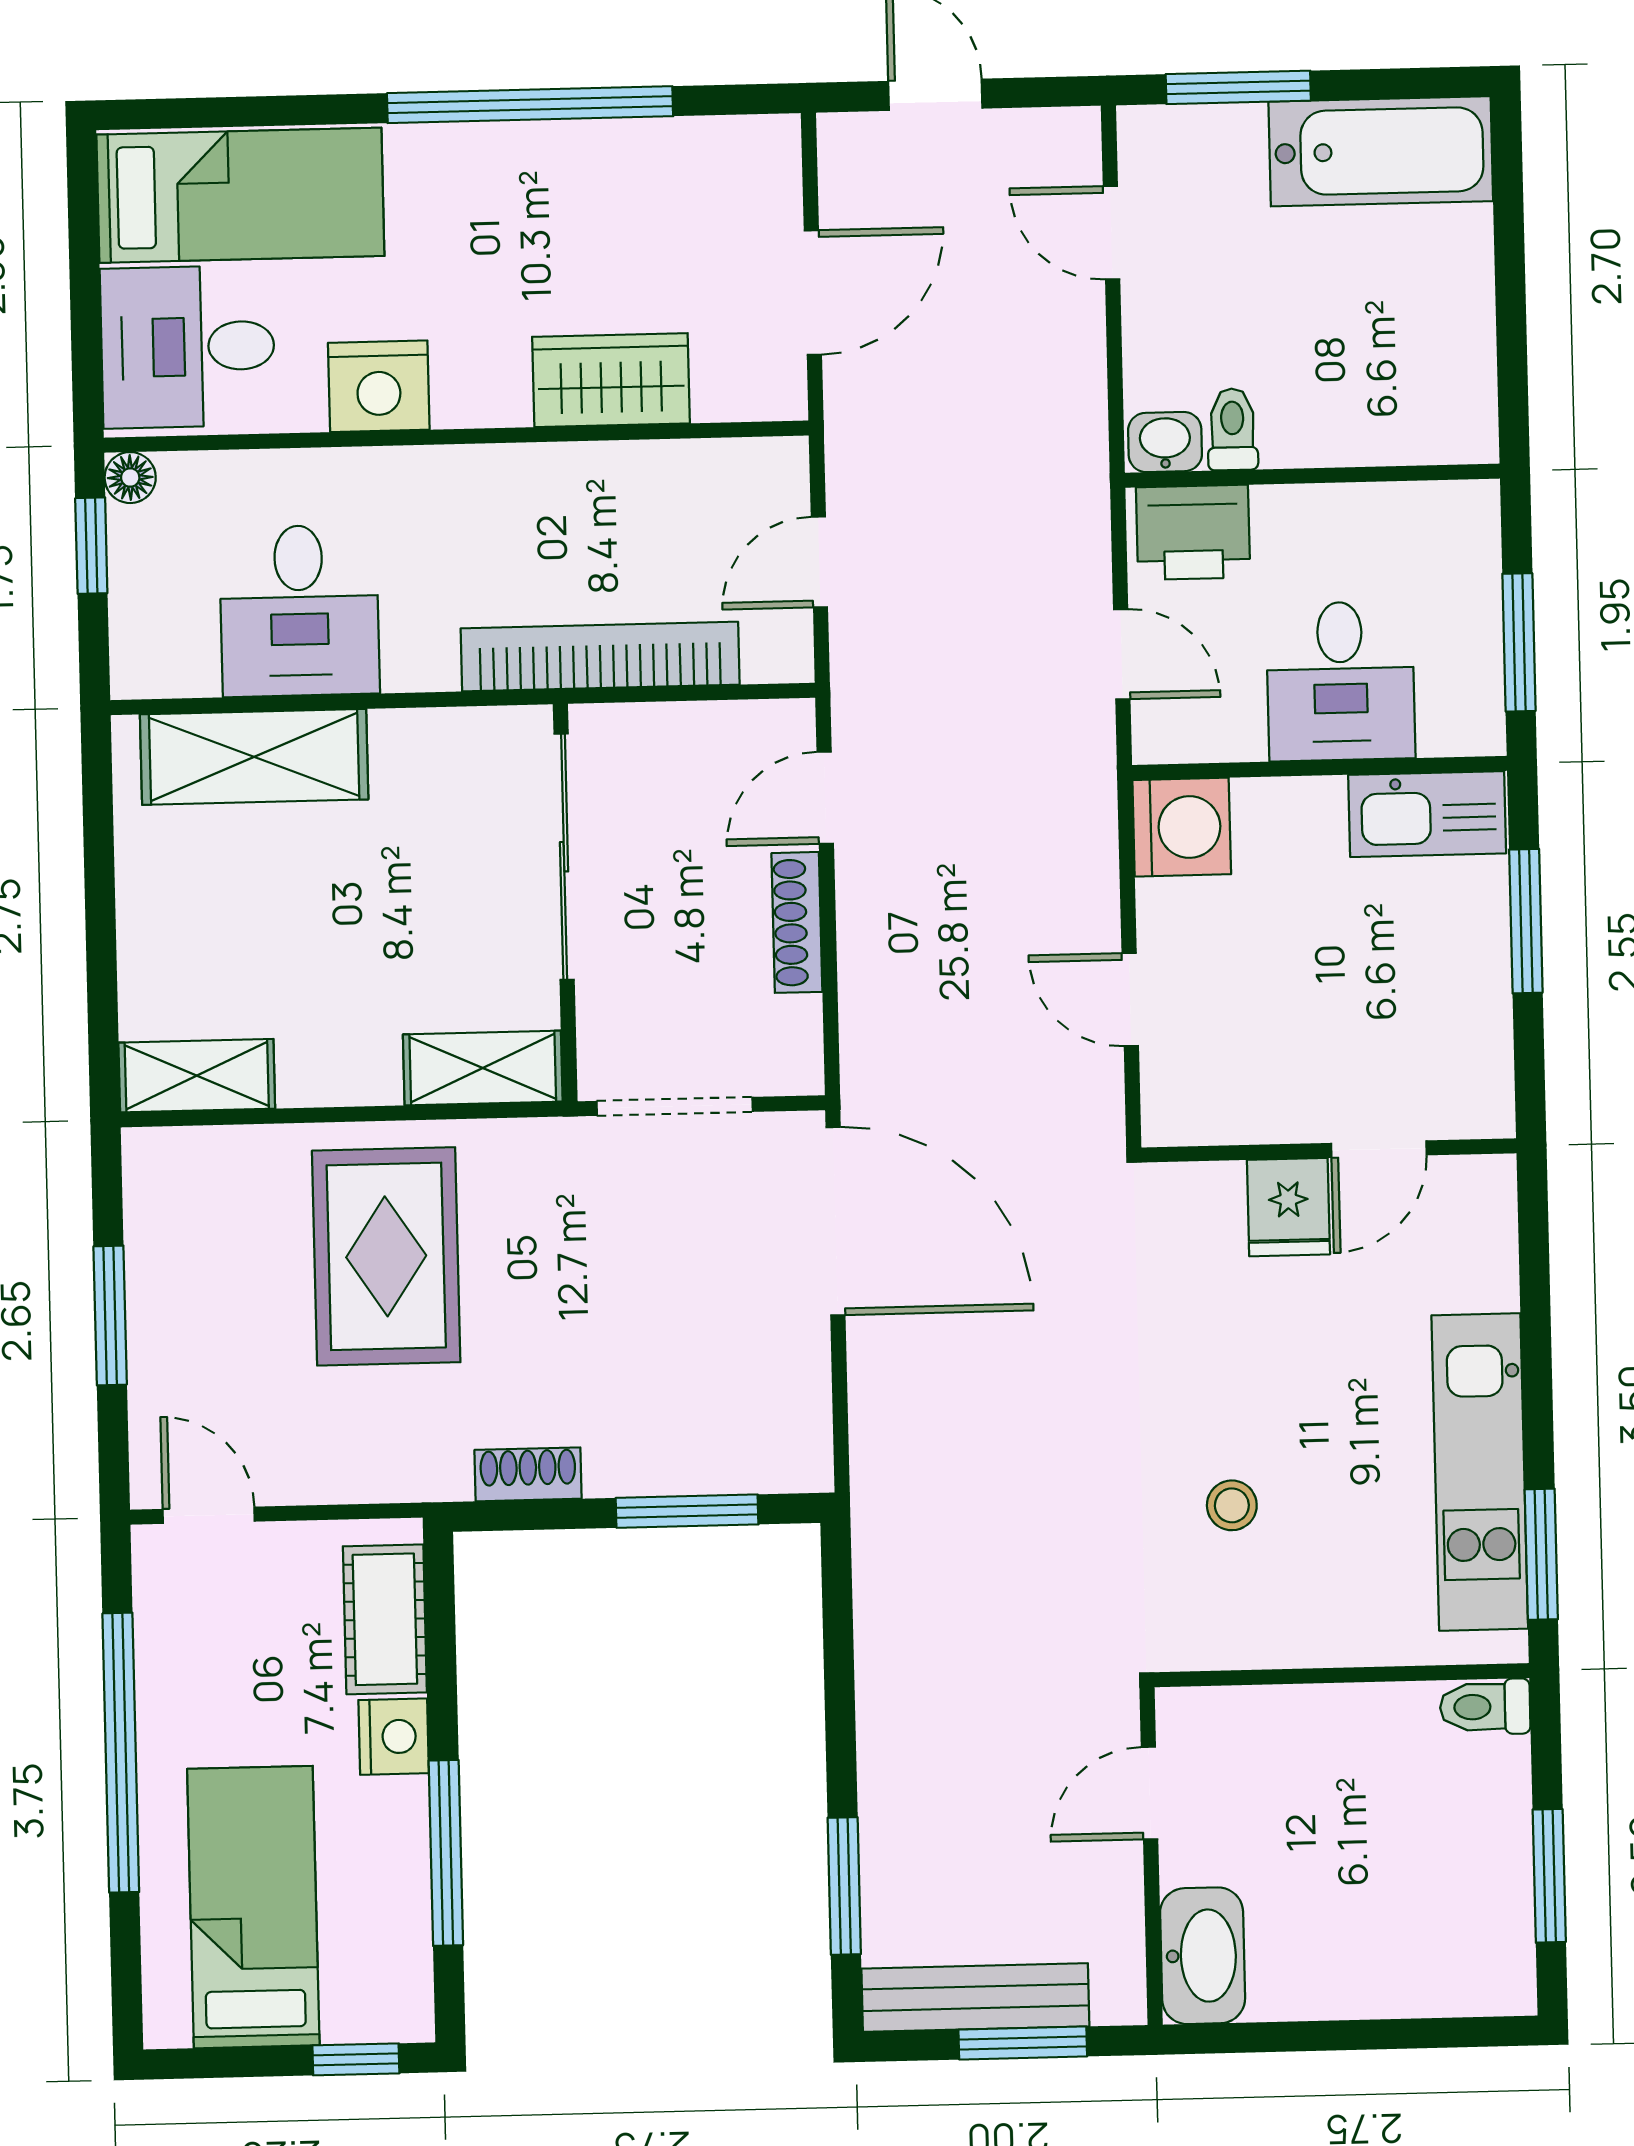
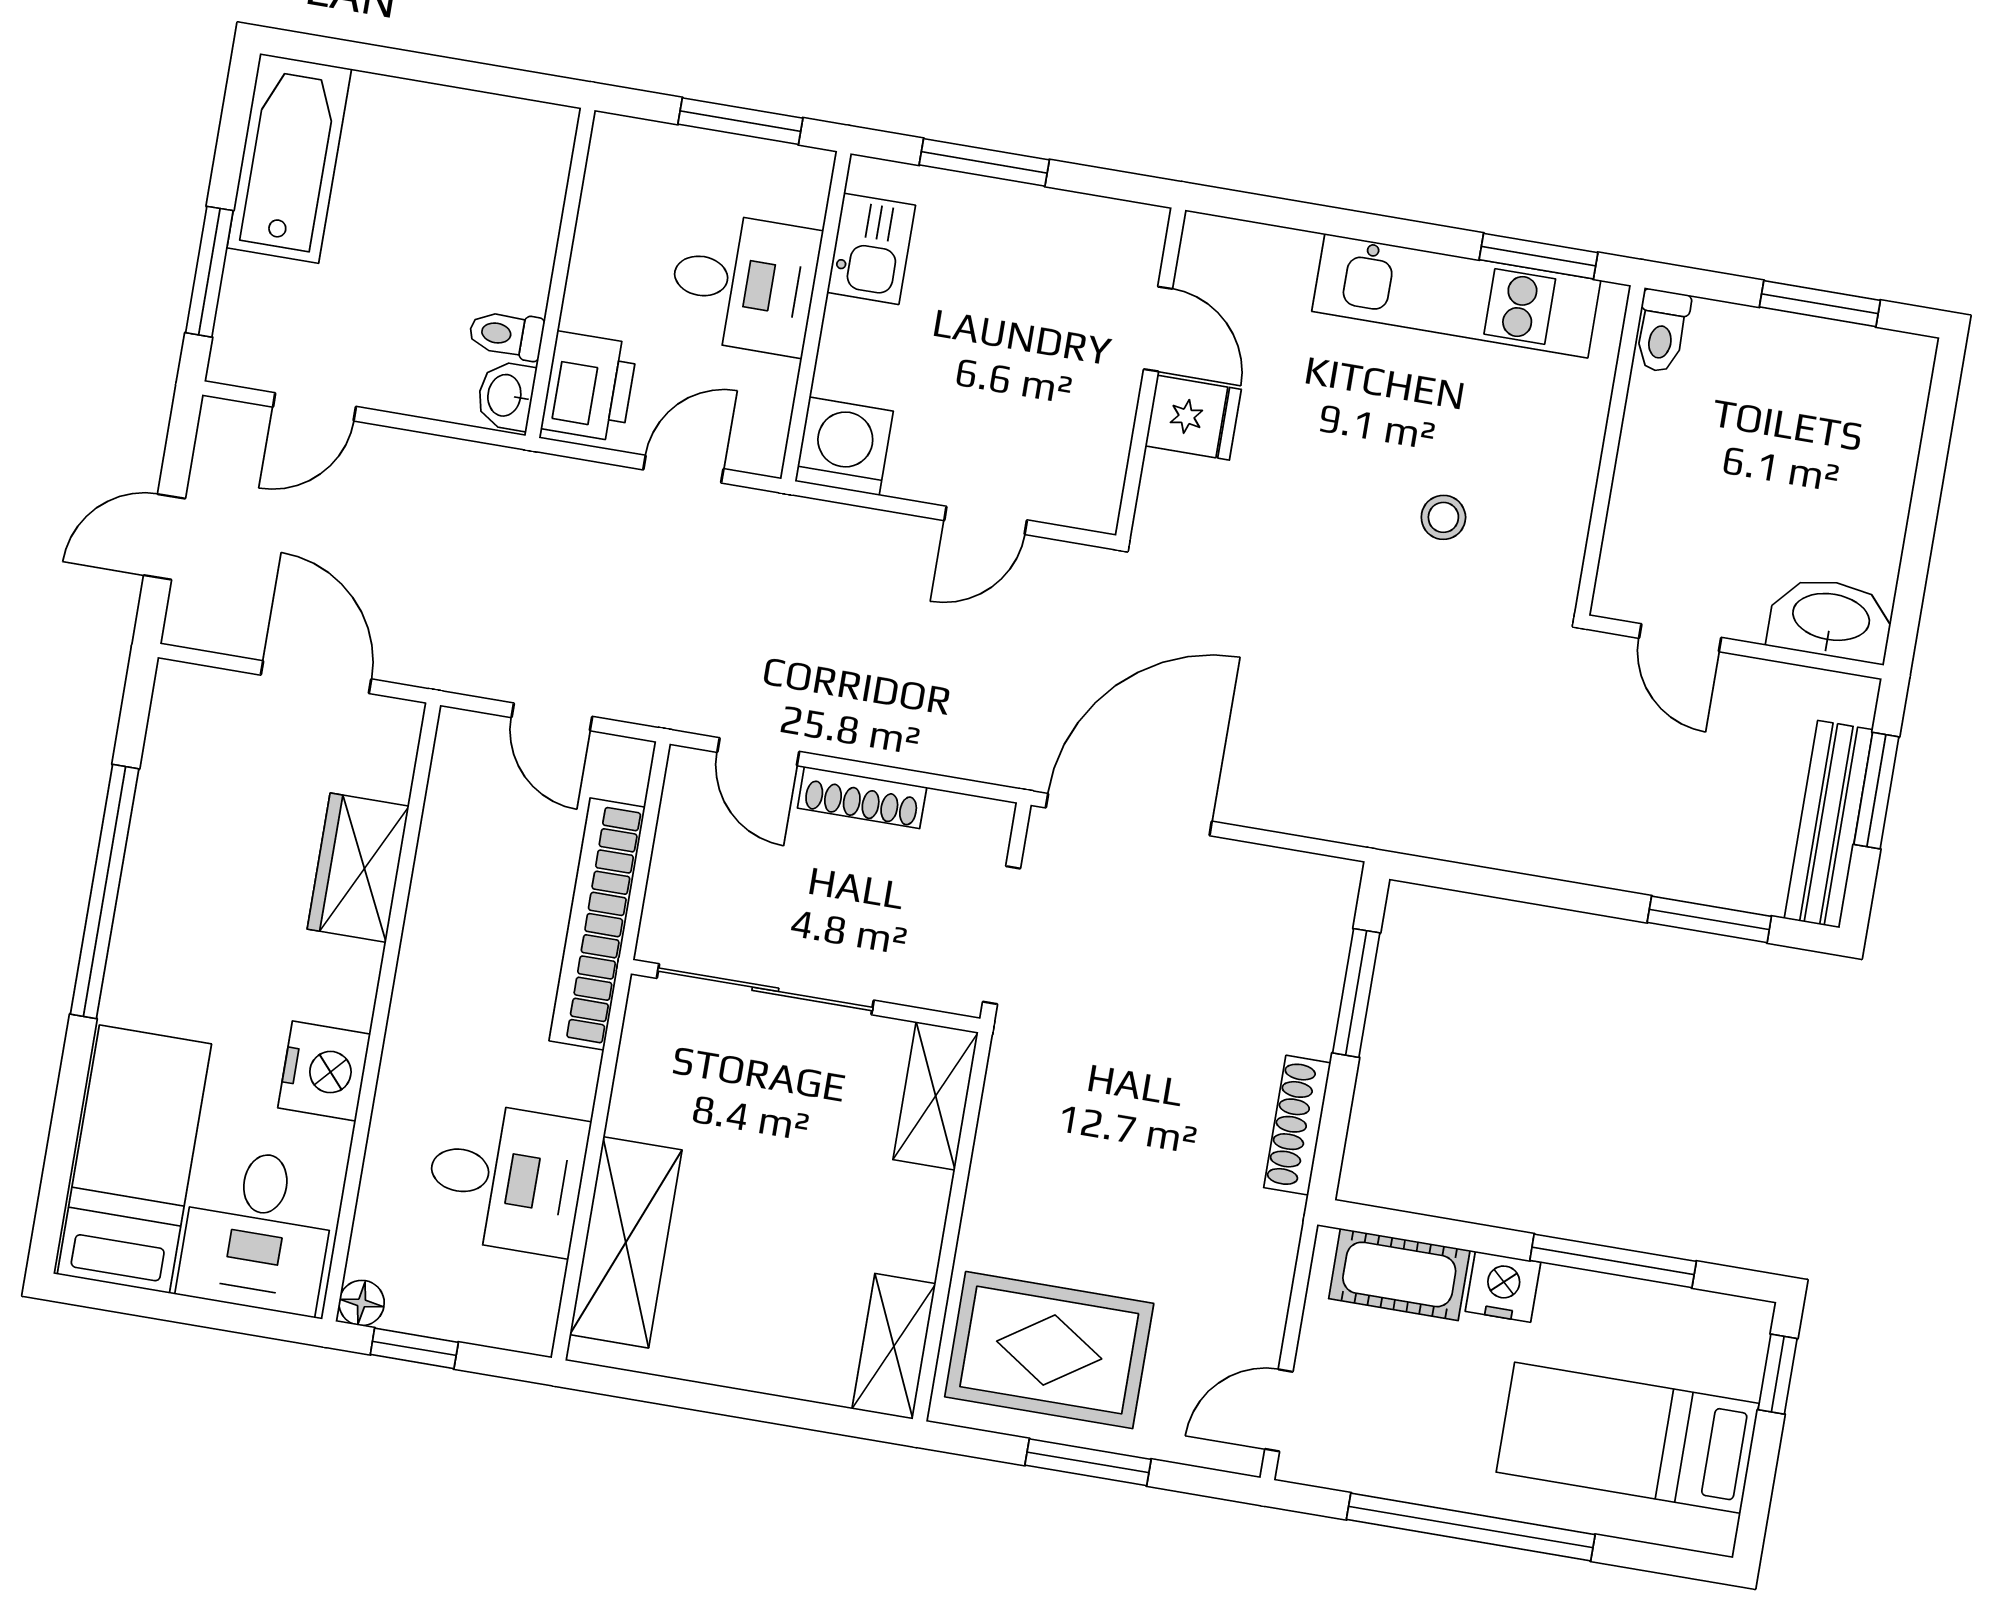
kitchen sink: (1427, 814) -> (871, 249), width x0.73
rug: (386, 1256) -> (1049, 1350), moved
shoe rack: (528, 1474) -> (1297, 1125), width x1.43

